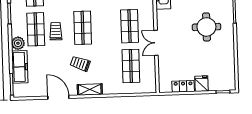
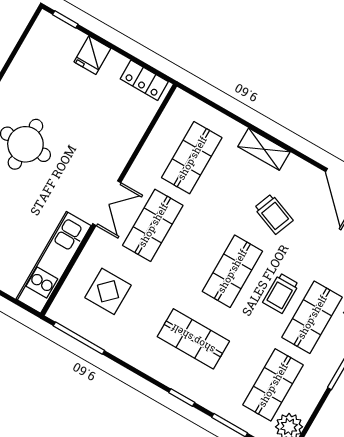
double door: (156, 43) -> (107, 203), moved
locker: (183, 86) -> (144, 80), moved
shelving: (90, 90) -> (264, 149), moved

